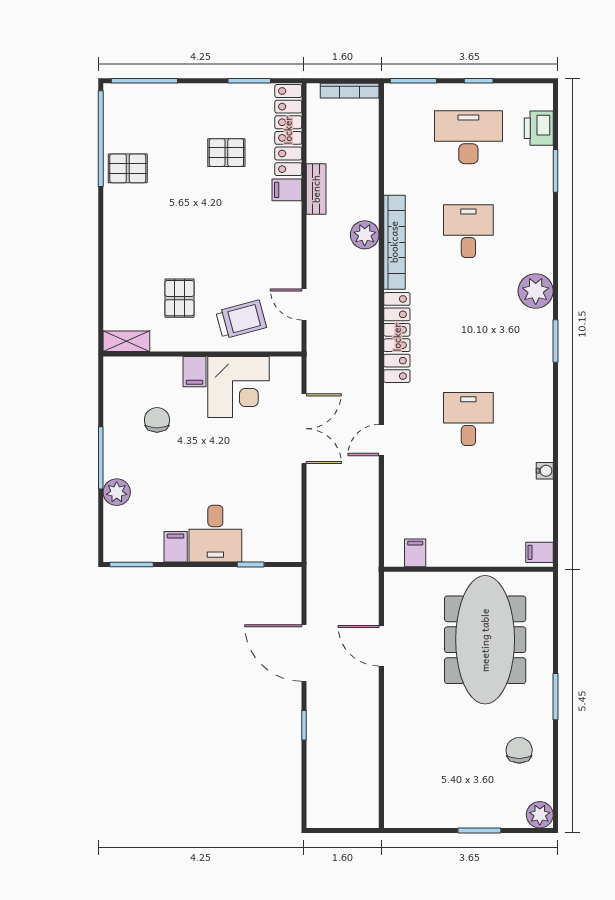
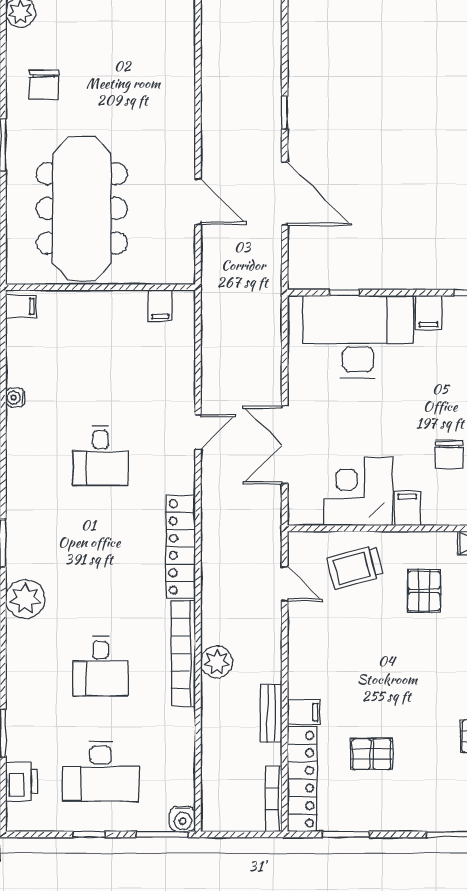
bookcase: (350, 91) -> (274, 799), moved, turned -90
water cooler: (395, 94) -> (183, 819), added
desk: (215, 534) -> (358, 337), width x1.87, depth x1.30

